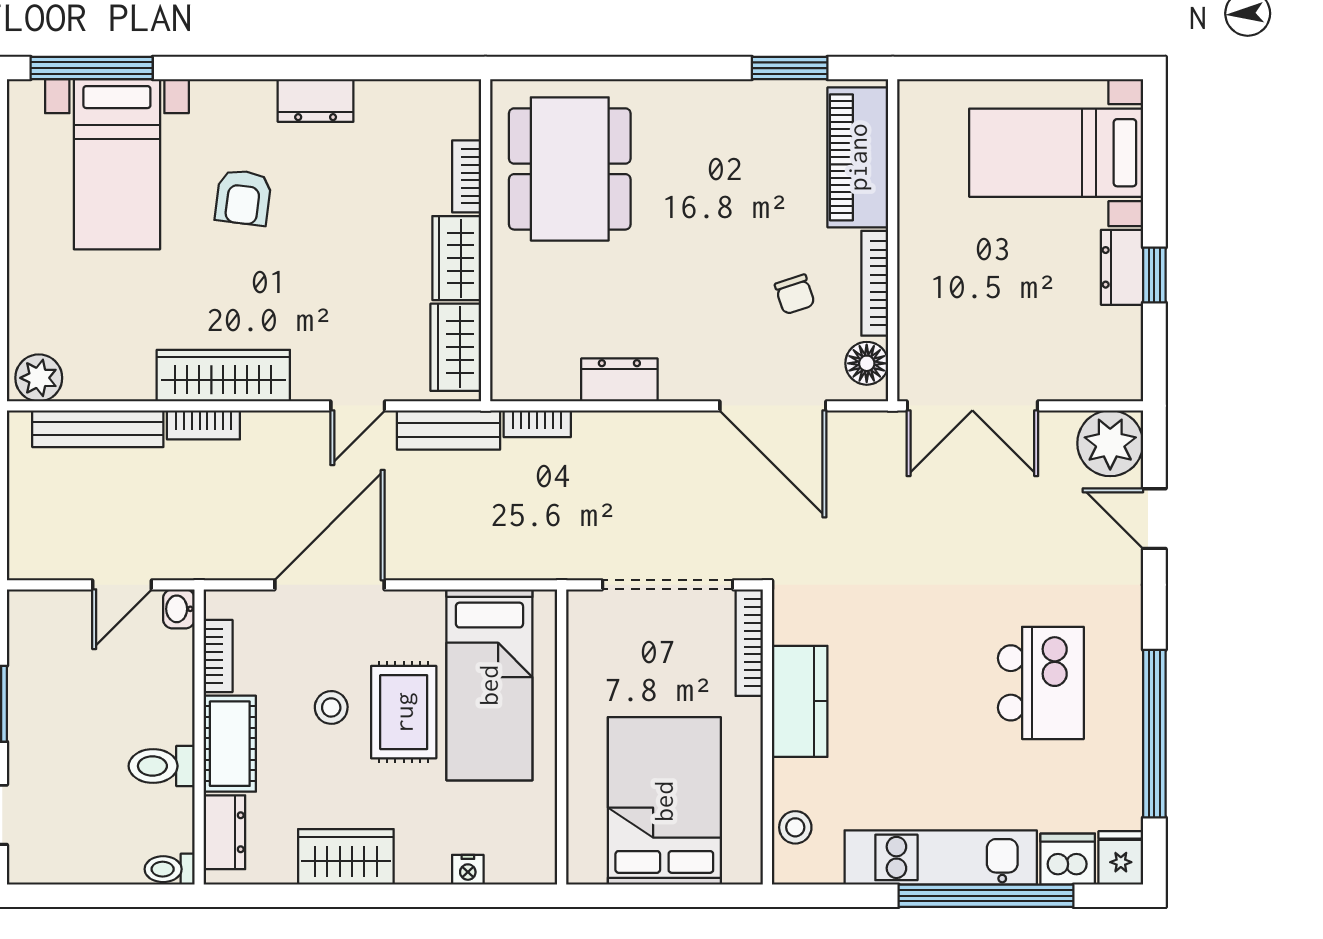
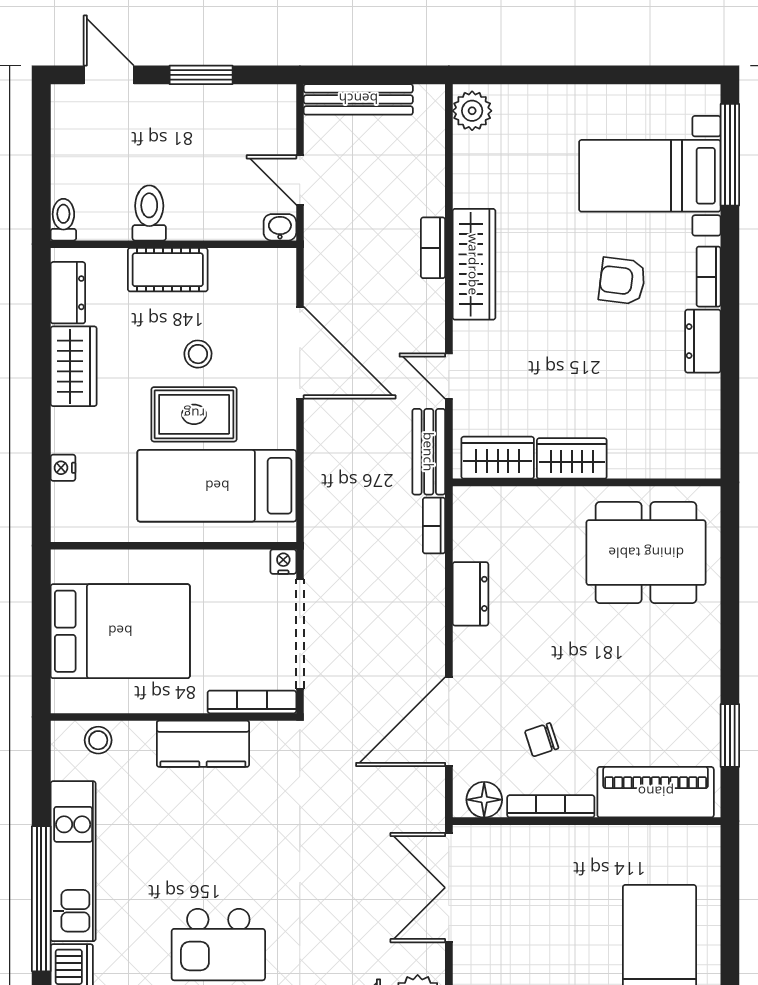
bookcase: (467, 176) -> (709, 277), moved, turned -90
bench: (98, 429) -> (358, 99), moved, turned 90
nightstand: (581, 605) -> (283, 562), added
bookcase: (218, 656) -> (241, 260), removed
dresser: (224, 832) -> (68, 293), moved, turned -90

